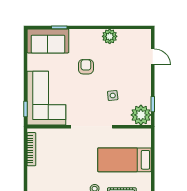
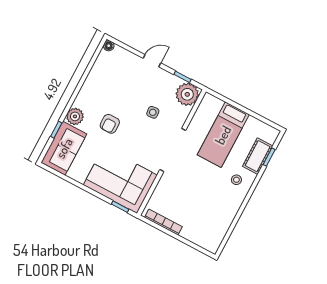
floor lamp: (146, 34) -> (109, 46), added
plant: (110, 36) -> (75, 116), moved
door: (153, 57) -> (152, 61), moved
armchair: (86, 67) -> (110, 124), turned -90

